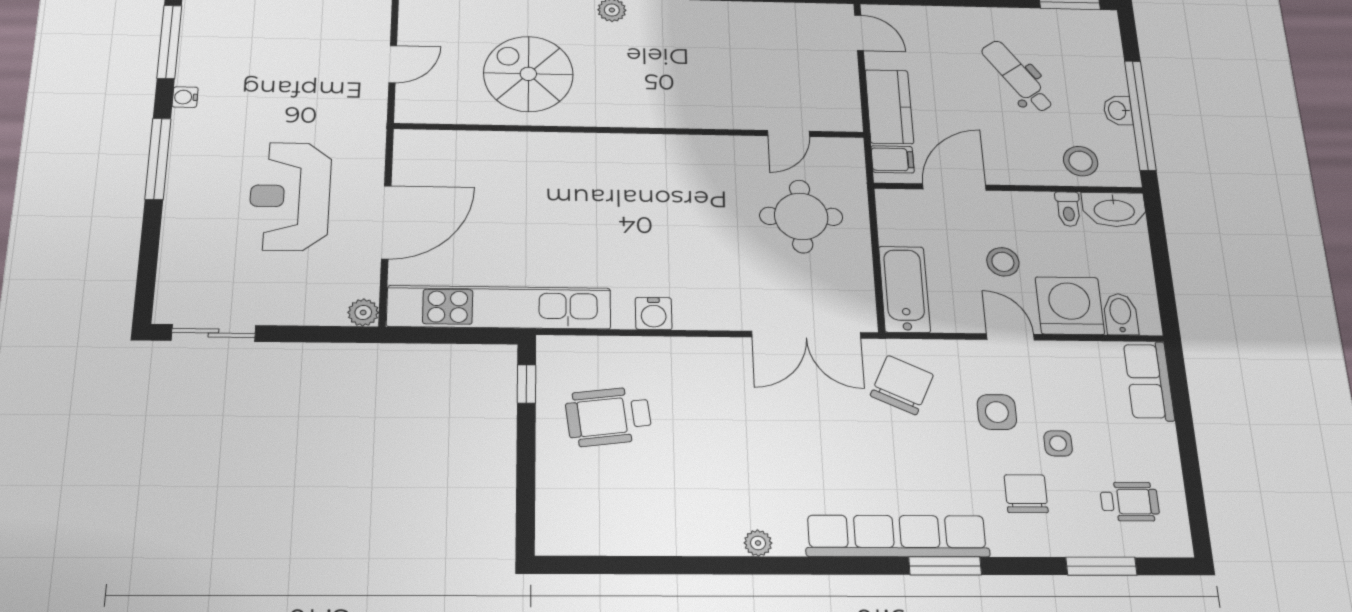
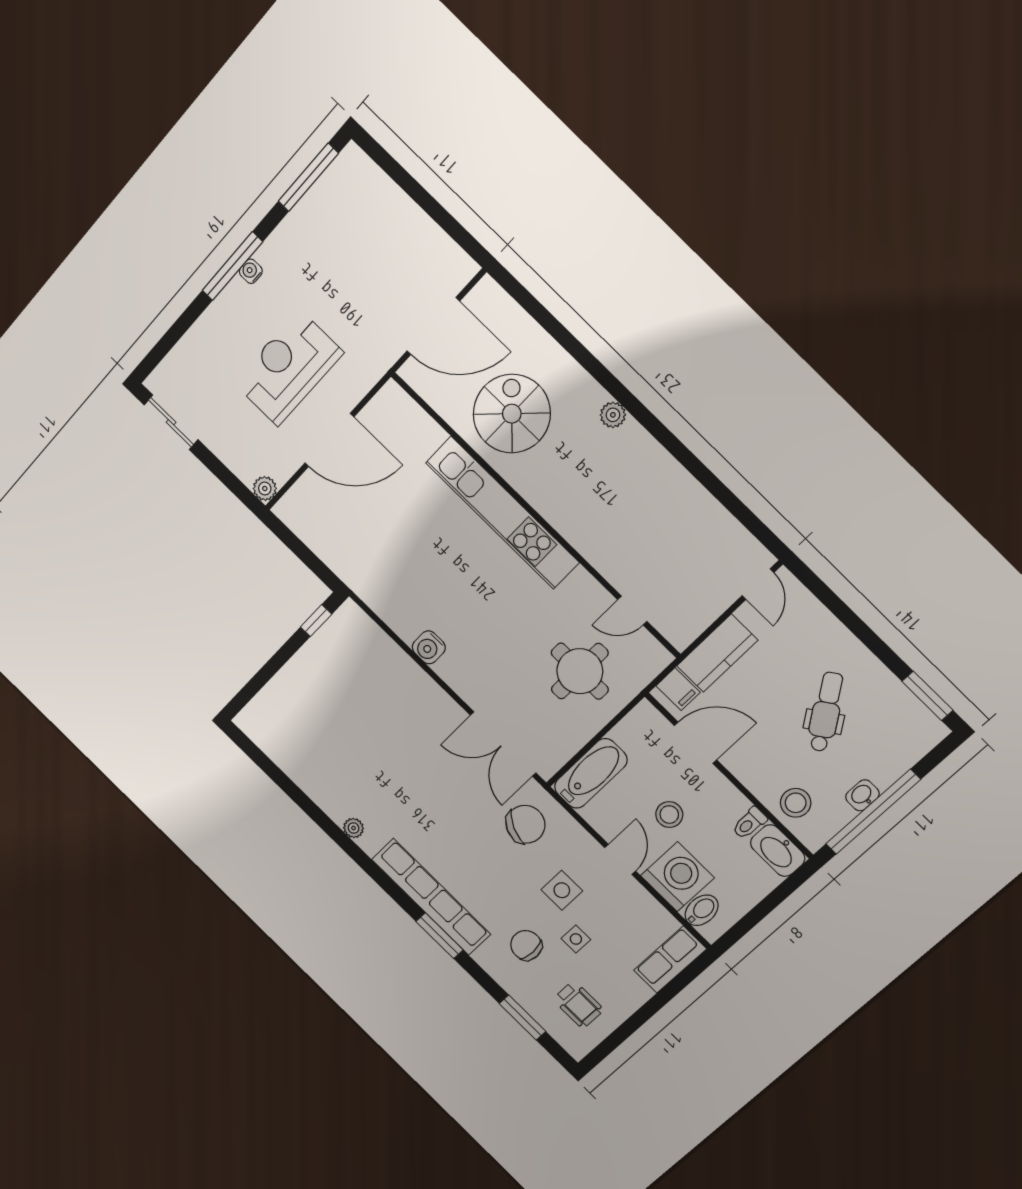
door: (393, 64) -> (433, 326), width x1.87
water cooler: (185, 97) -> (251, 271), moved
kitchen unit: (499, 307) -> (502, 513), moved, turned 180
wheelchair: (608, 416) -> (343, 683), removed
chair: (1026, 494) -> (526, 945), turned -90

